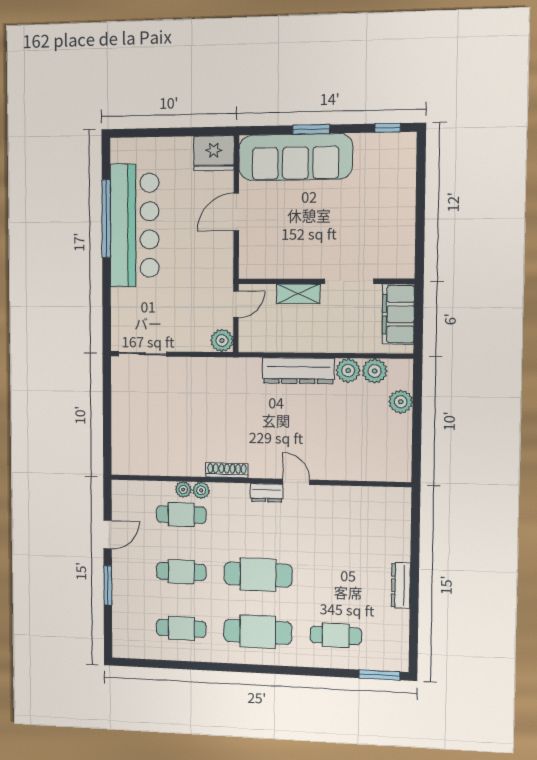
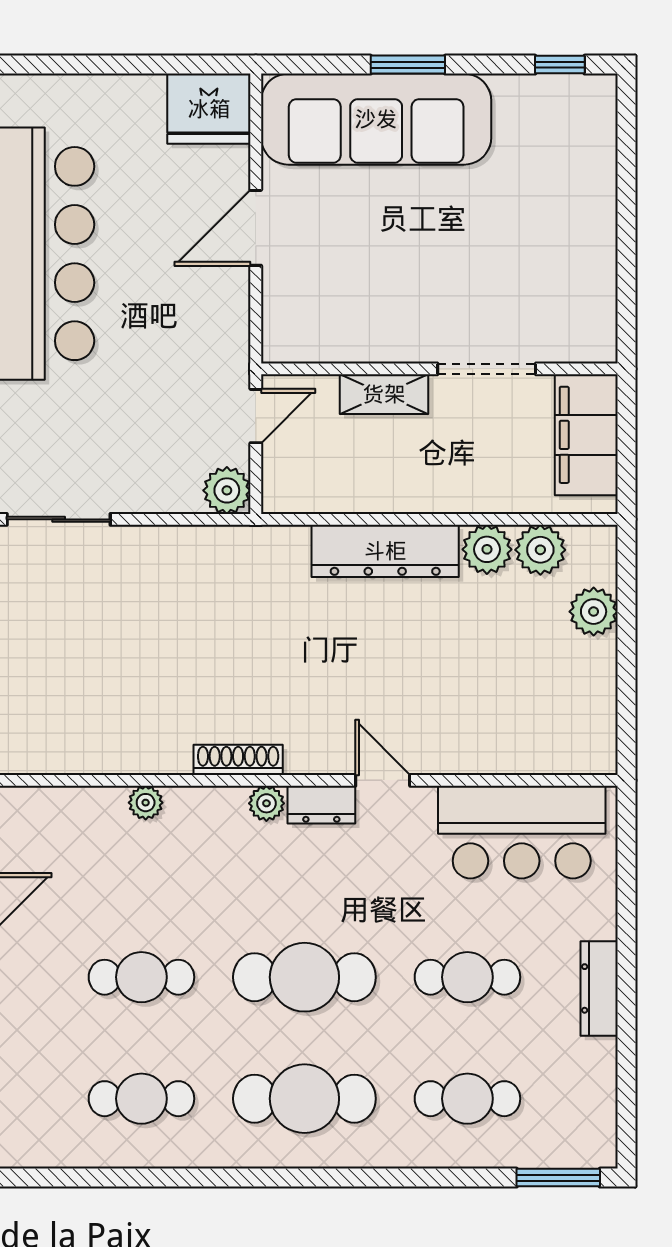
plant: (201, 490) -> (266, 803), moved
bar counter: (364, 509) -> (522, 832), added
cafe table: (181, 515) -> (467, 977), moved

